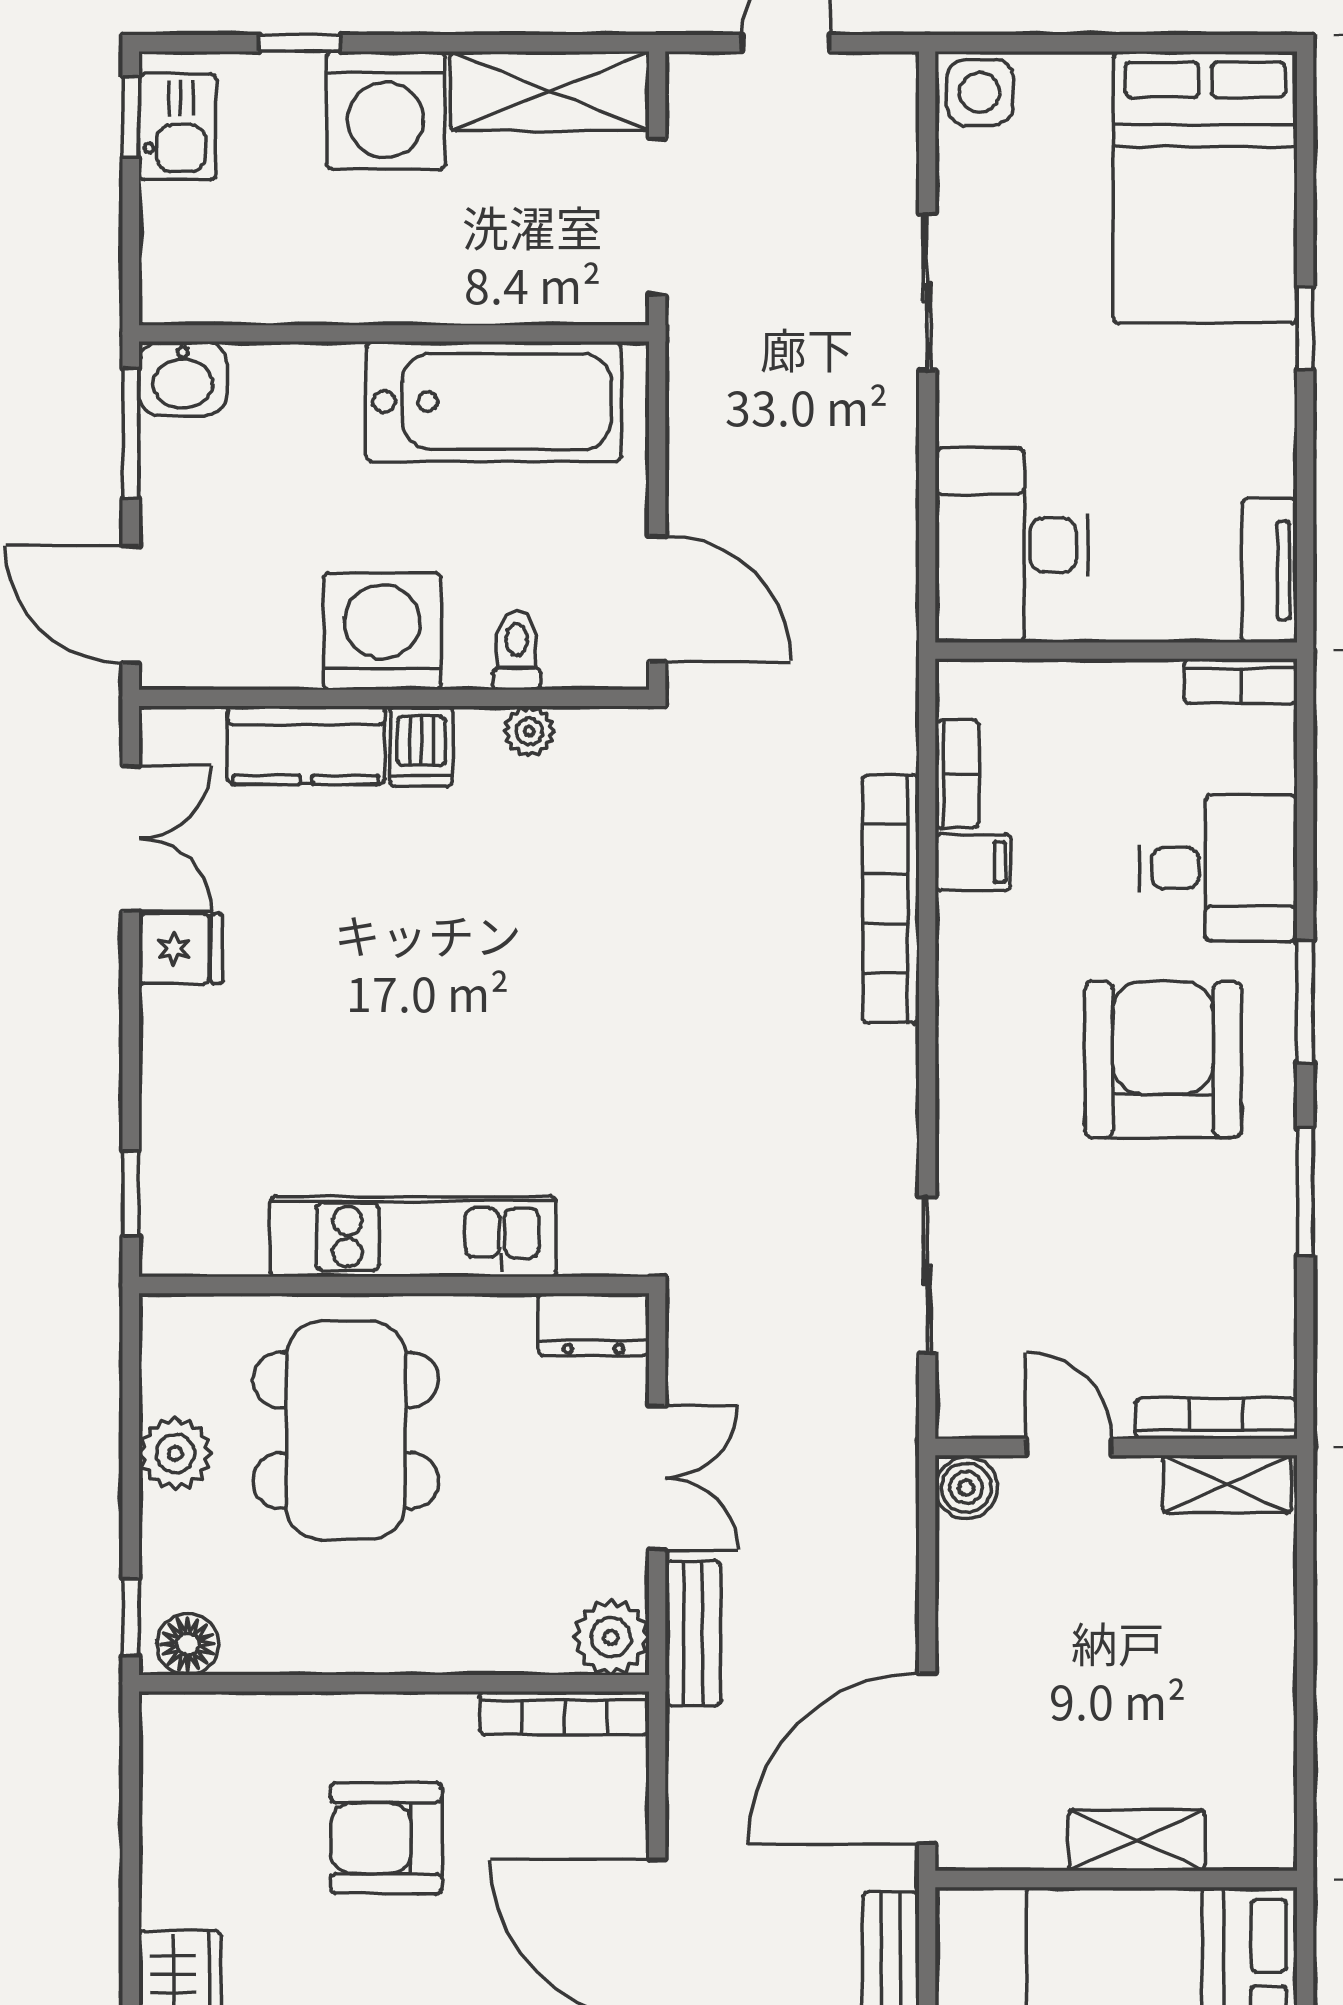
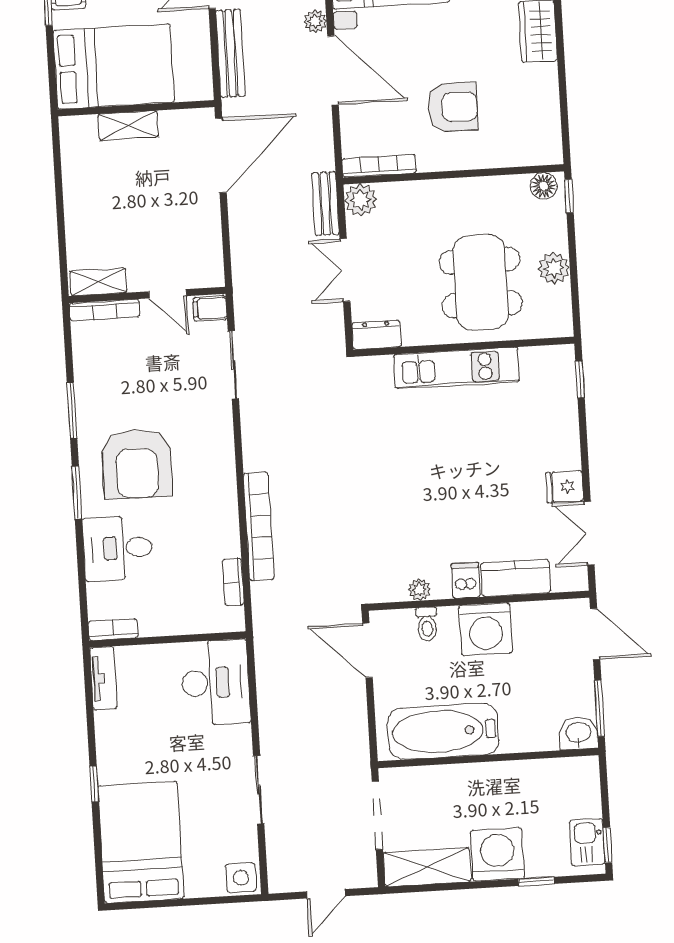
filing cabinet: (973, 862) -> (210, 309), moved
boiler: (966, 1488) -> (211, 274), removed

